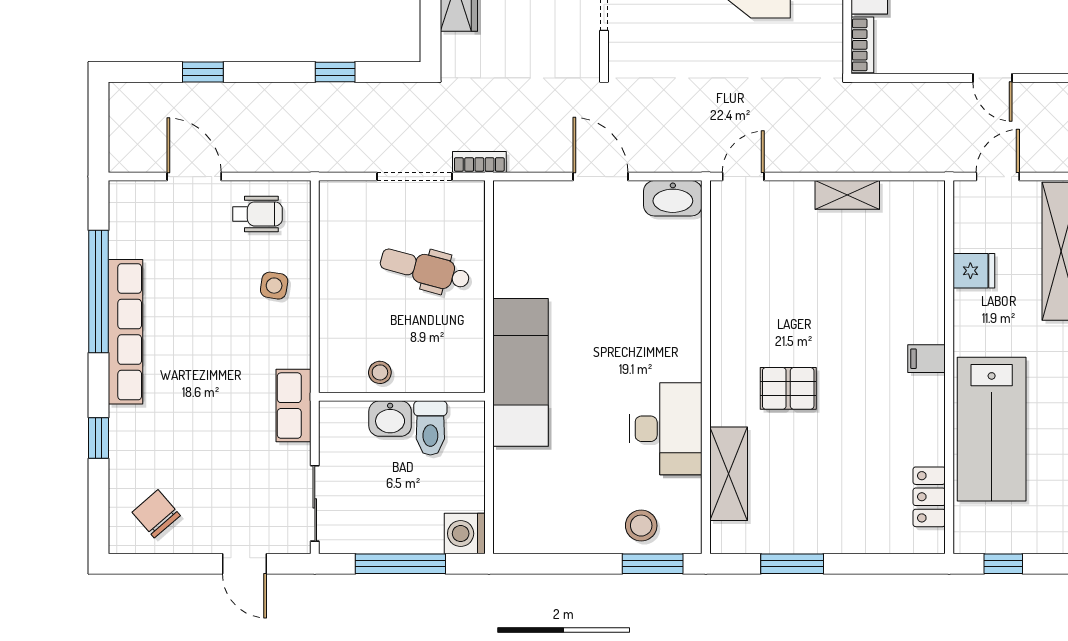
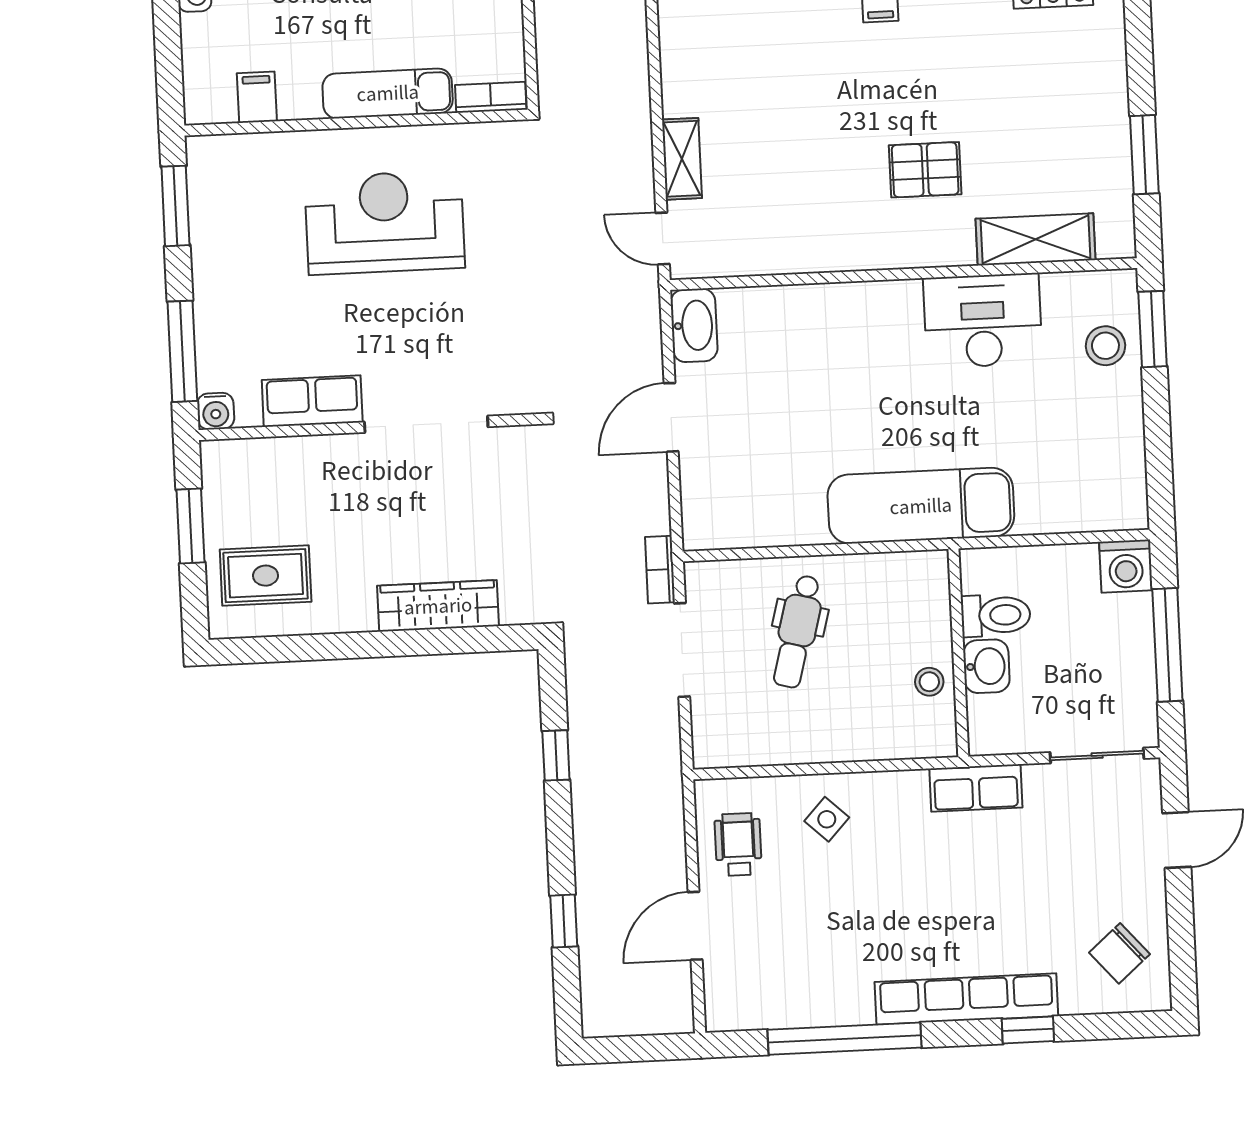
shelving: (847, 195) -> (682, 159), moved
side table: (274, 286) -> (827, 819), turned 34
row of seats: (126, 332) -> (966, 999), moved
pallet: (788, 388) -> (925, 170), turned 90

